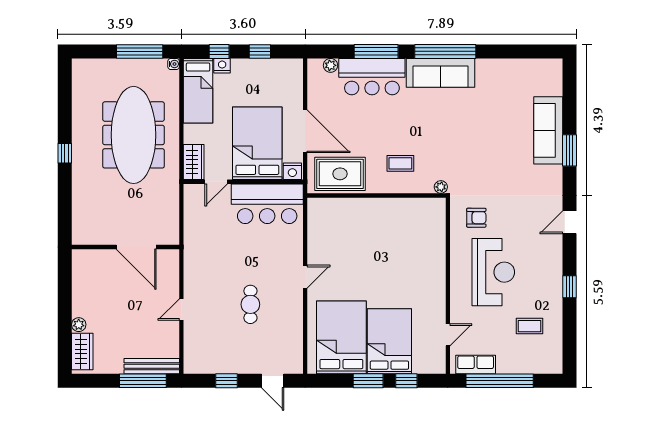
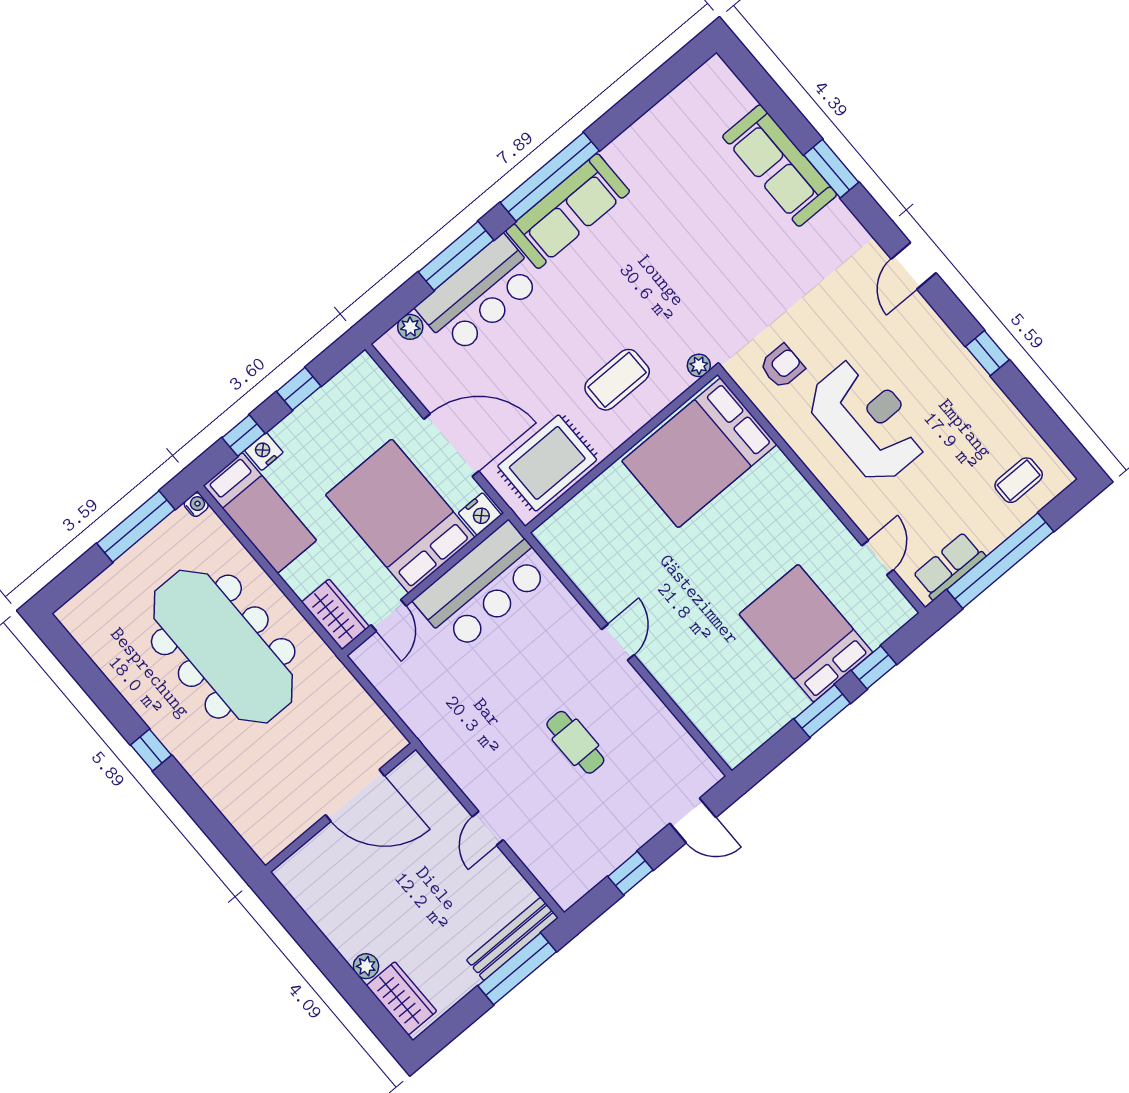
coffee table: (400, 163) -> (617, 380), width x1.36, depth x1.30
coffee table: (530, 326) -> (1019, 480), moved
bed: (341, 337) -> (699, 453), moved, turned -90

